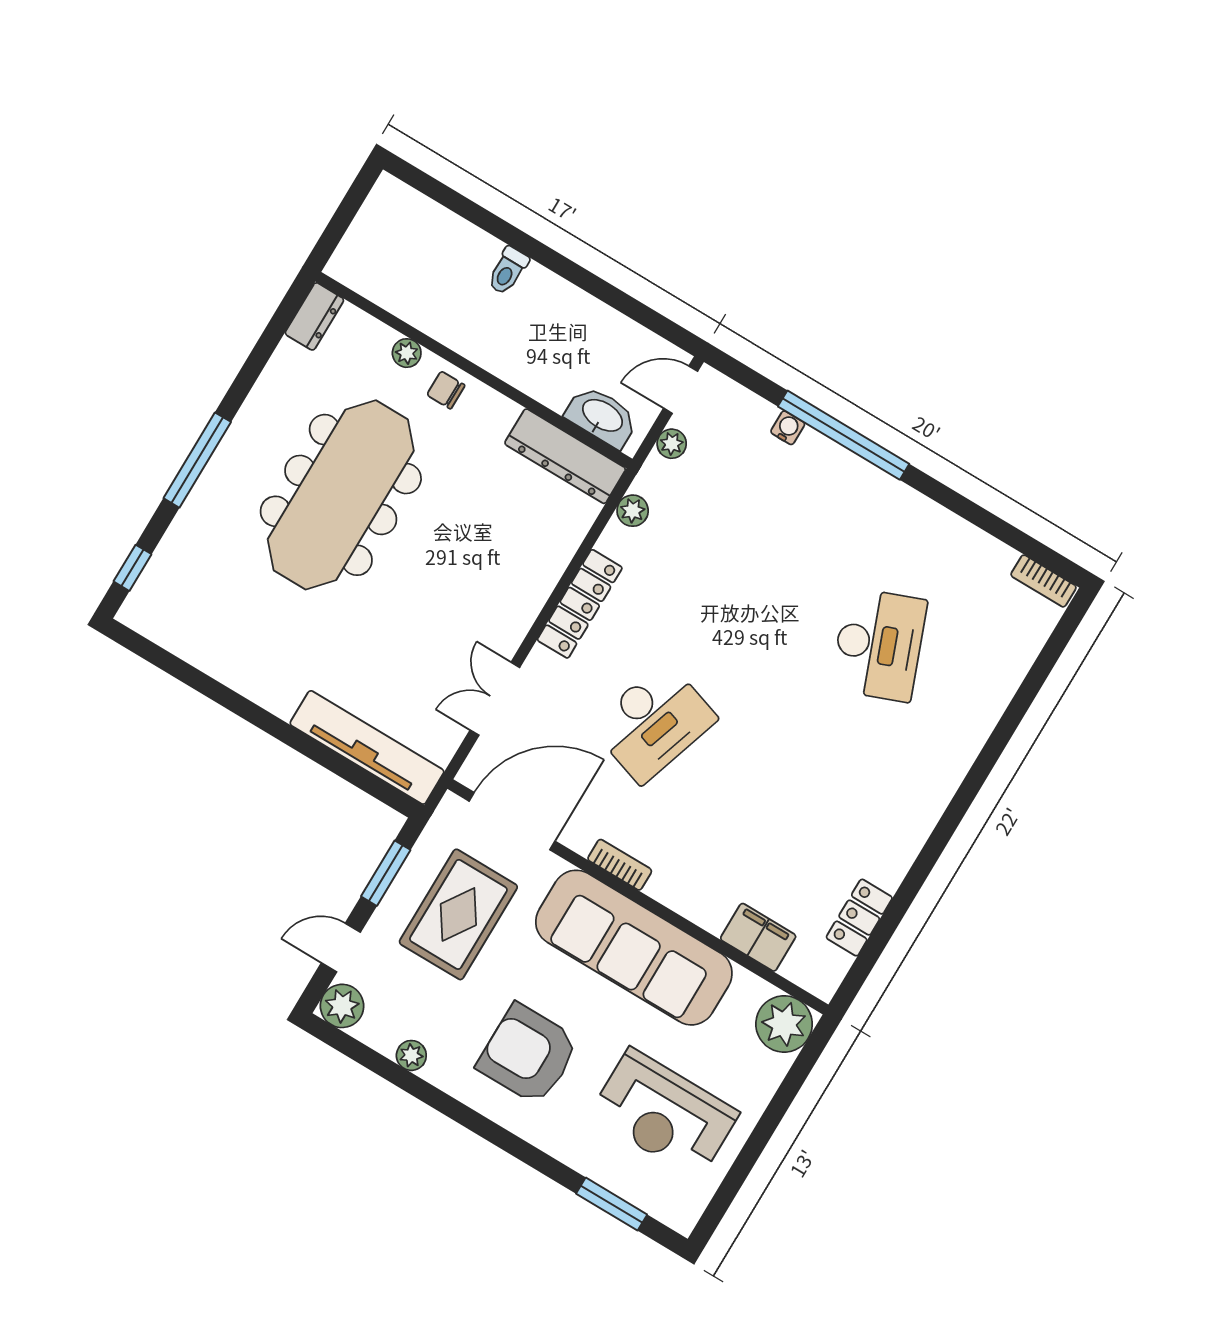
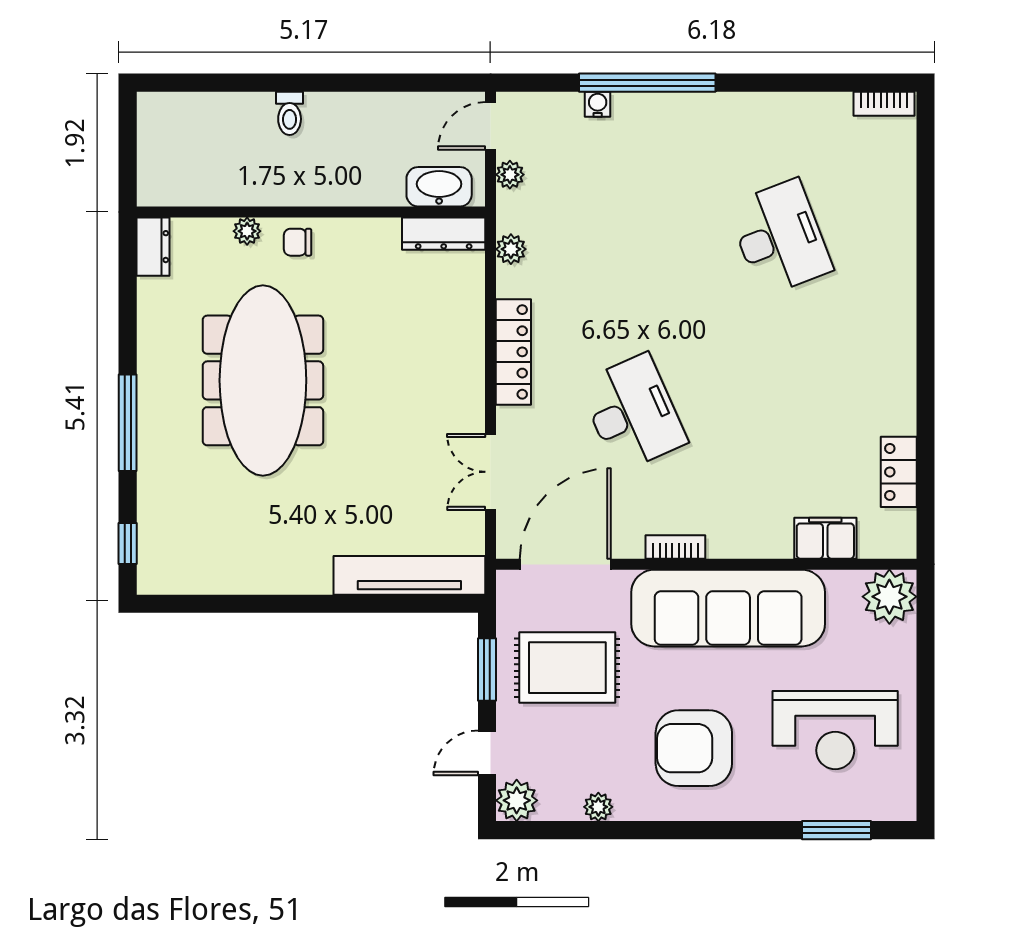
dresser: (565, 456) -> (444, 234), width x0.73, depth x0.80
desk: (654, 722) -> (633, 413), turned -42
rug: (458, 914) -> (567, 668), turned 90

